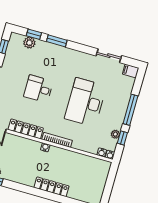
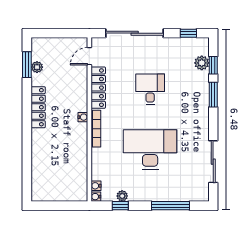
sliding door: (109, 56) -> (213, 162), width x1.37
filing cabinet: (131, 71) -> (202, 193), removed
window: (131, 110) -> (170, 206), moved
locker: (51, 187) -> (38, 107), moved

